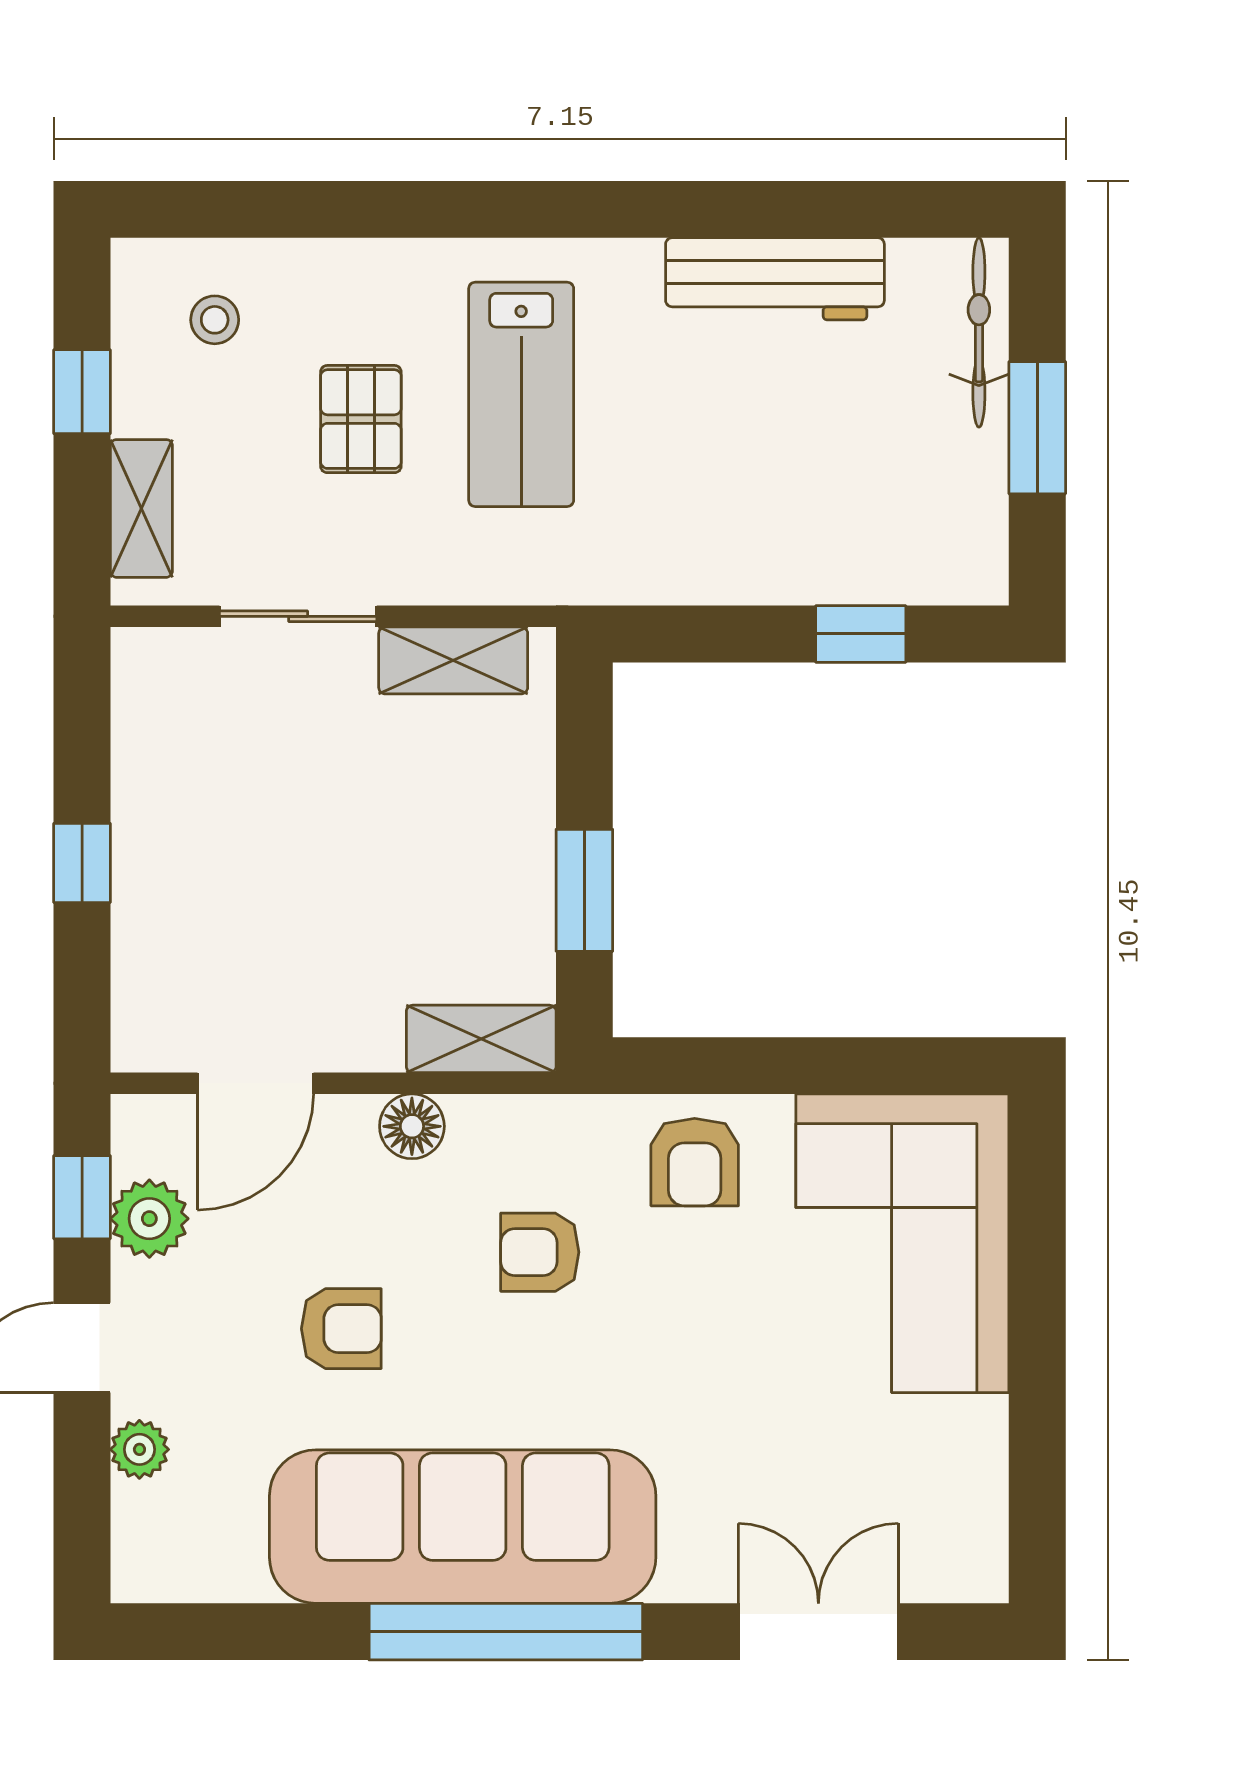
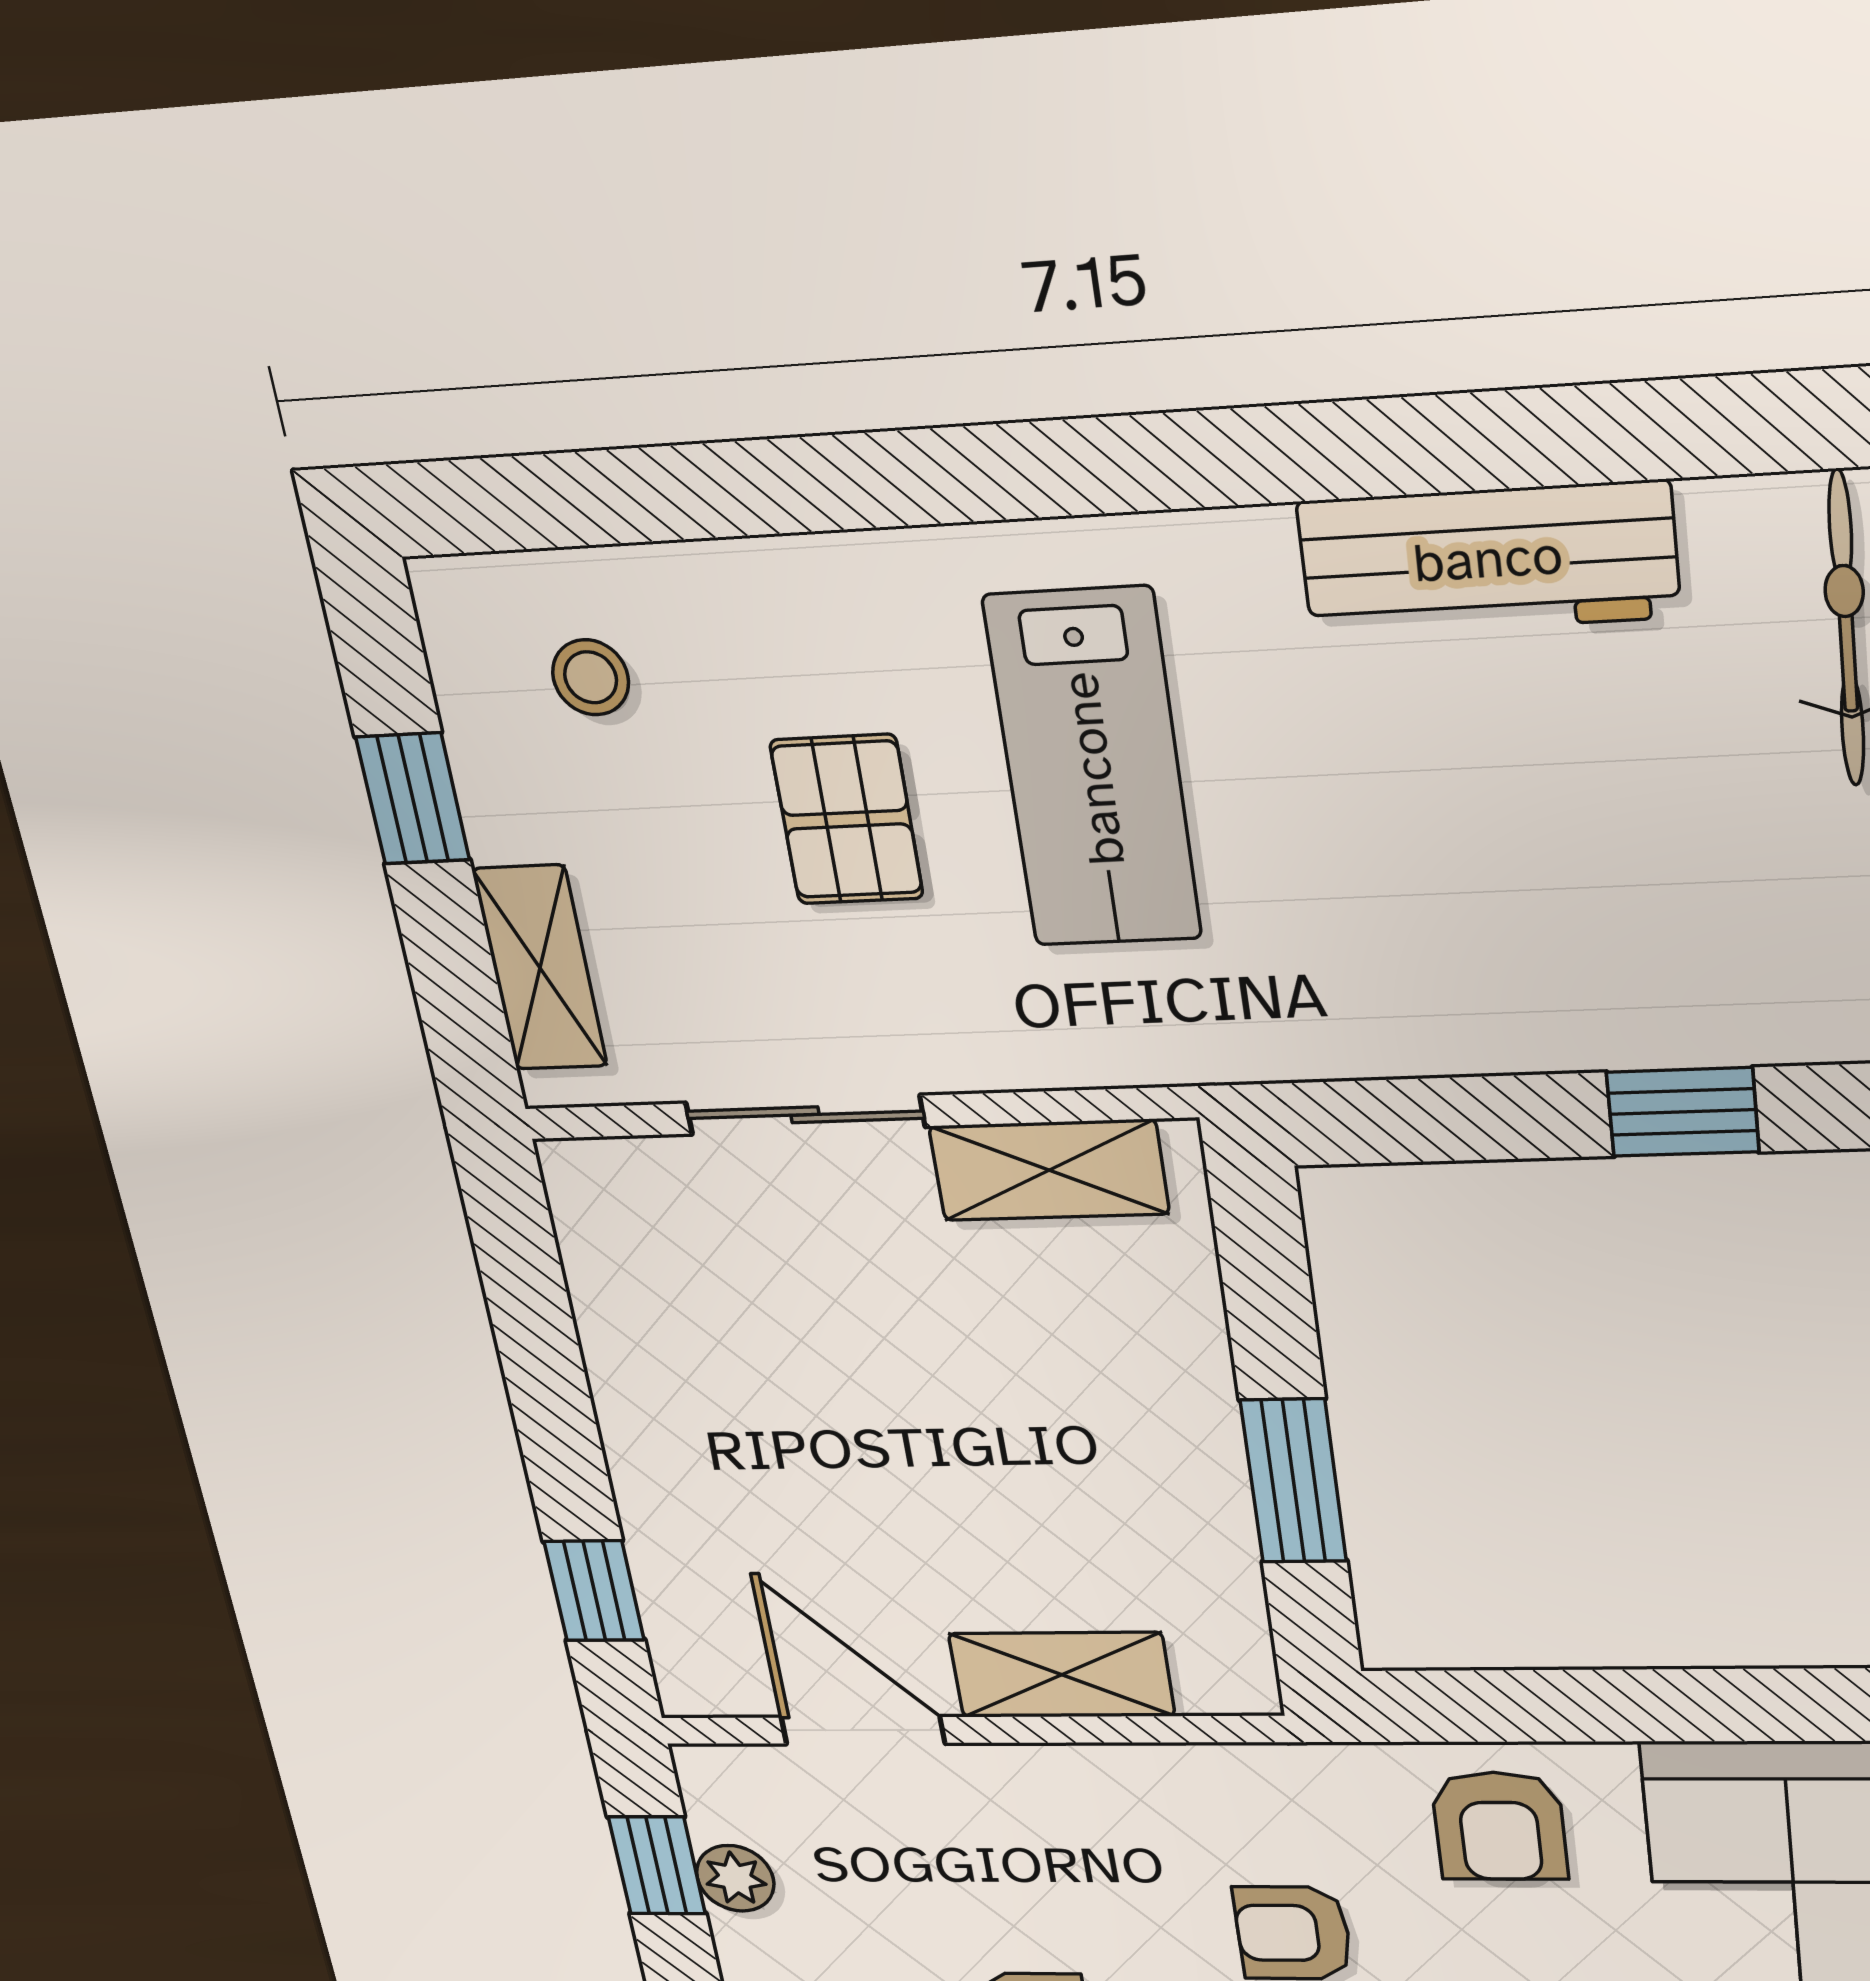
window: (82, 863) -> (594, 1591), moved
shelving: (481, 1039) -> (1062, 1675), moved
door: (255, 1083) -> (863, 1730), swing flipped
floor lamp: (412, 1126) -> (1090, 1782), removed
plant: (149, 1219) -> (735, 1878), width x0.73, depth x0.73

